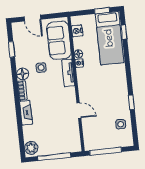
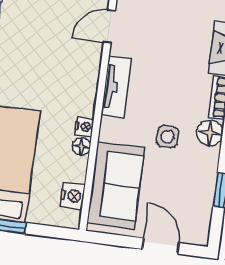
tv unit: (68, 73) -> (116, 87), moved
door: (79, 110) -> (109, 26), hinge flipped

